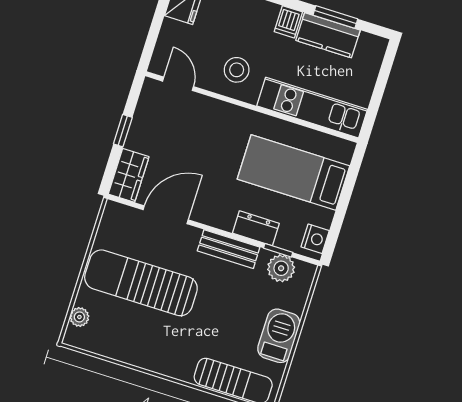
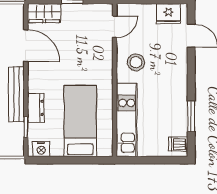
dishwasher: (288, 22) -> (178, 144), moved
kitchen counter: (328, 35) -> (178, 115), removed
bench: (229, 249) -> (16, 94), width x1.36
plant: (281, 268) -> (15, 133), removed

